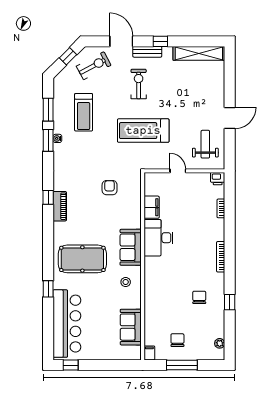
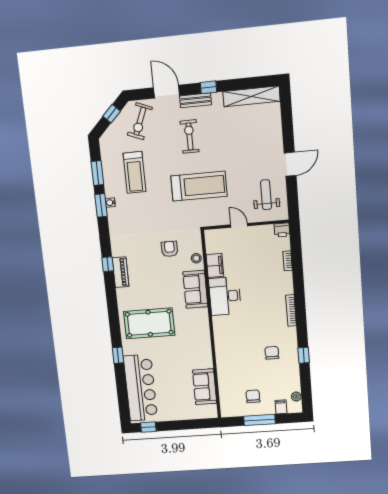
exercise bike: (94, 66) -> (140, 121), turned 140
treadmill: (143, 131) -> (199, 186), turned 180
sofa: (131, 247) -> (195, 289), moved
stool: (126, 282) -> (196, 258), moved
filing cabinet: (149, 353) -> (281, 407), moved

